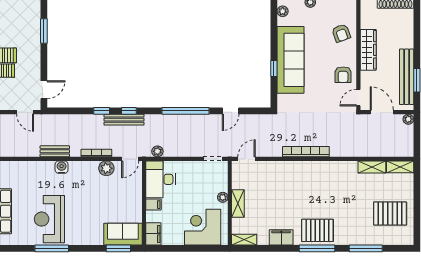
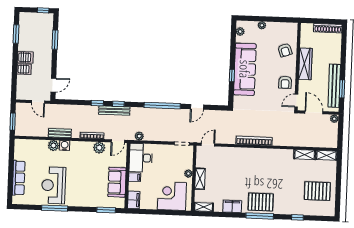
plant: (47, 168) -> (53, 146), added
sofa: (123, 234) -> (117, 182), moved, turned -90
window: (366, 248) -> (297, 217), width x0.46

